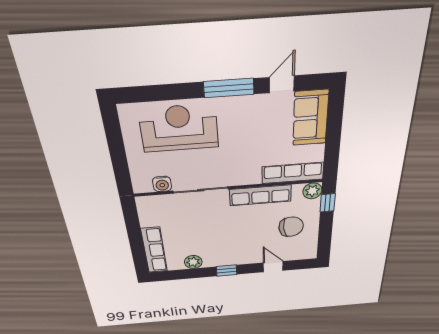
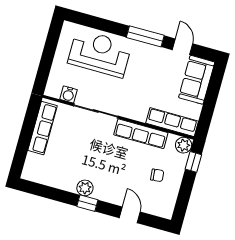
door: (282, 84) -> (182, 47), hinge flipped
chair: (291, 227) -> (157, 175), width x0.54, depth x0.54
row of seats: (154, 250) -> (43, 128), moved
plant: (193, 262) -> (85, 188), moved

